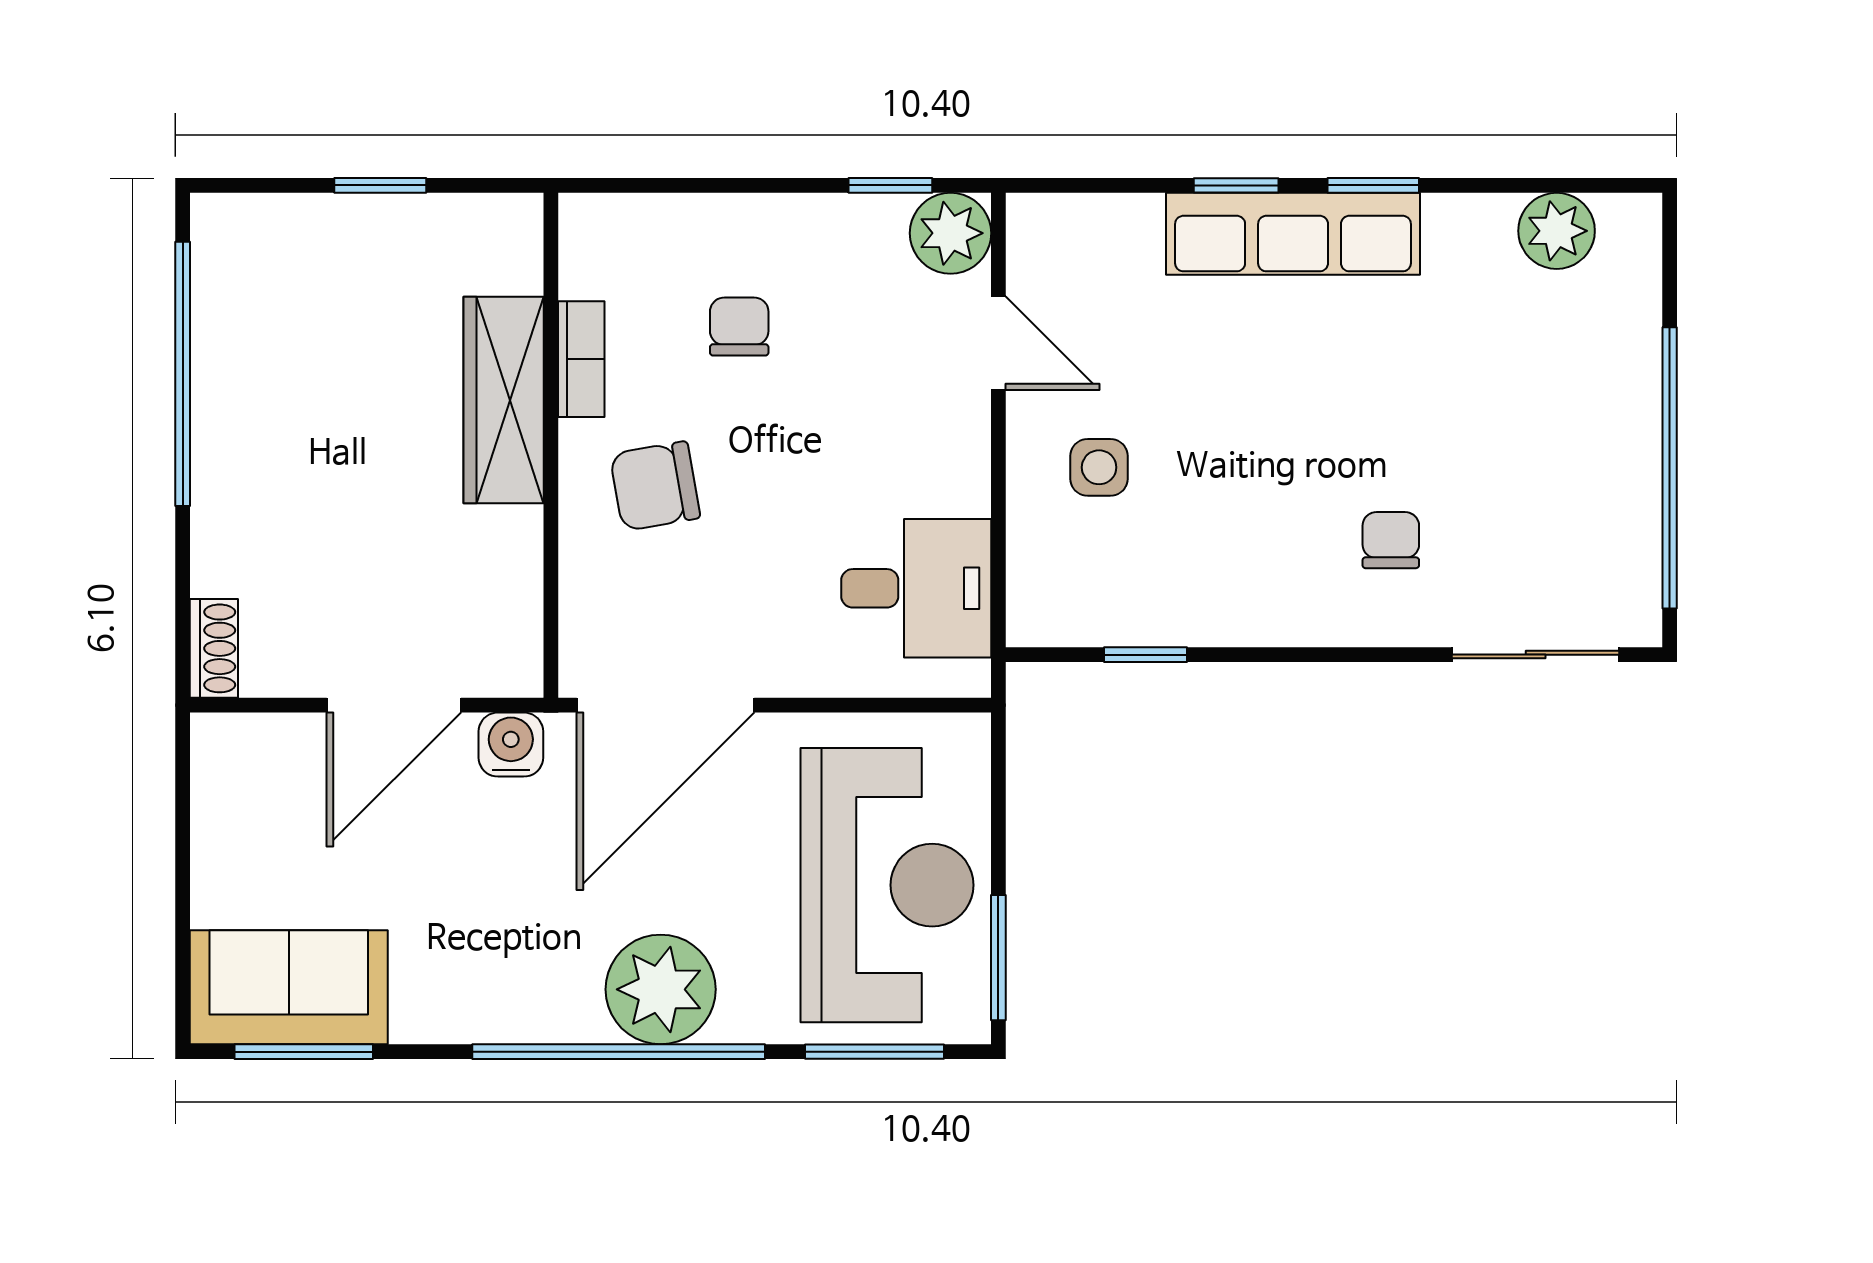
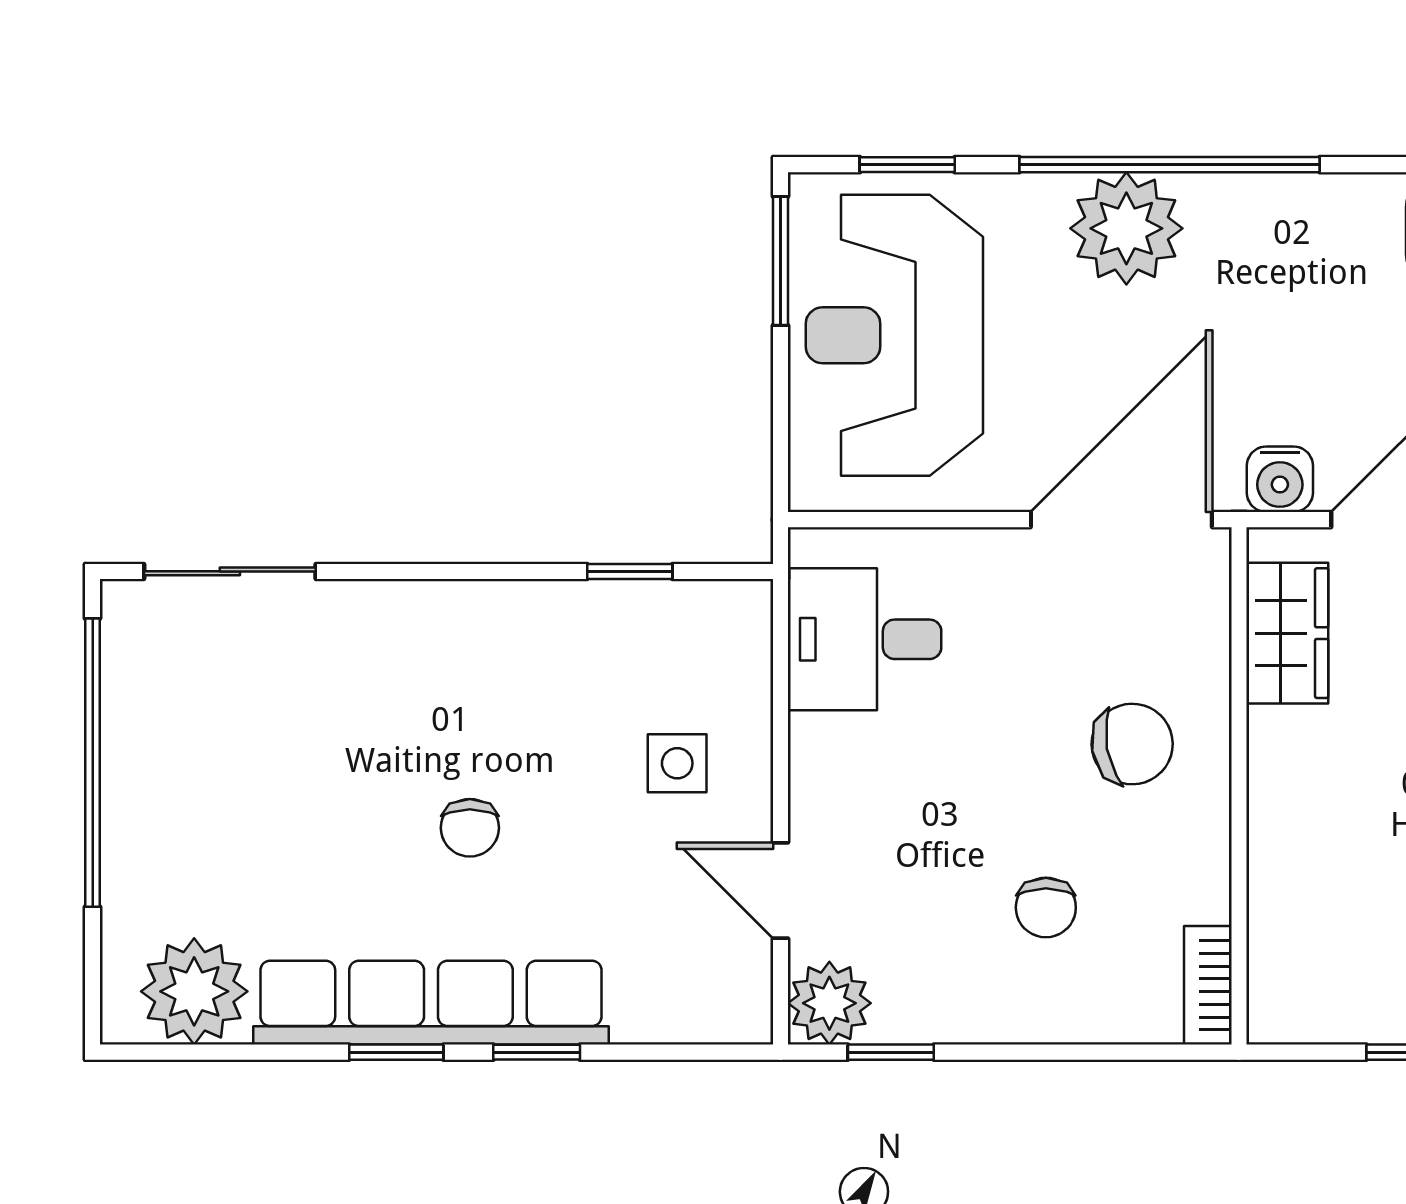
plant: (1557, 231) -> (194, 991), width x1.36, depth x1.36
row of seats: (1293, 234) -> (431, 1003), width x1.36
bookcase: (581, 359) -> (1208, 985), moved
wardrobe: (504, 400) -> (1287, 633), moved, width x0.67
chair: (1391, 540) -> (470, 828), moved
window: (874, 1052) -> (907, 165), width x0.67

